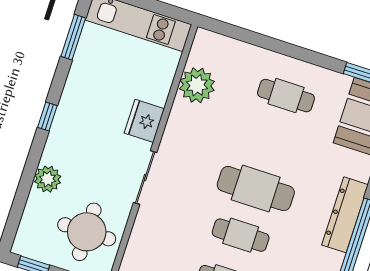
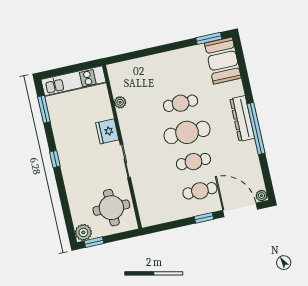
plant: (197, 85) -> (120, 102), width x0.53, depth x0.53
cafe table: (286, 96) -> (181, 103), moved
plant: (48, 179) -> (83, 232), moved

